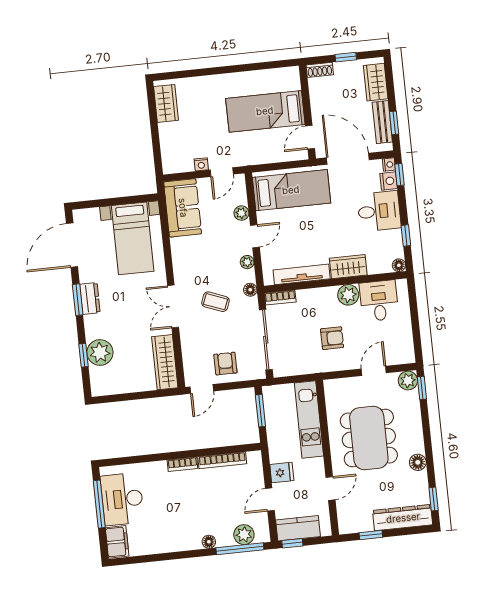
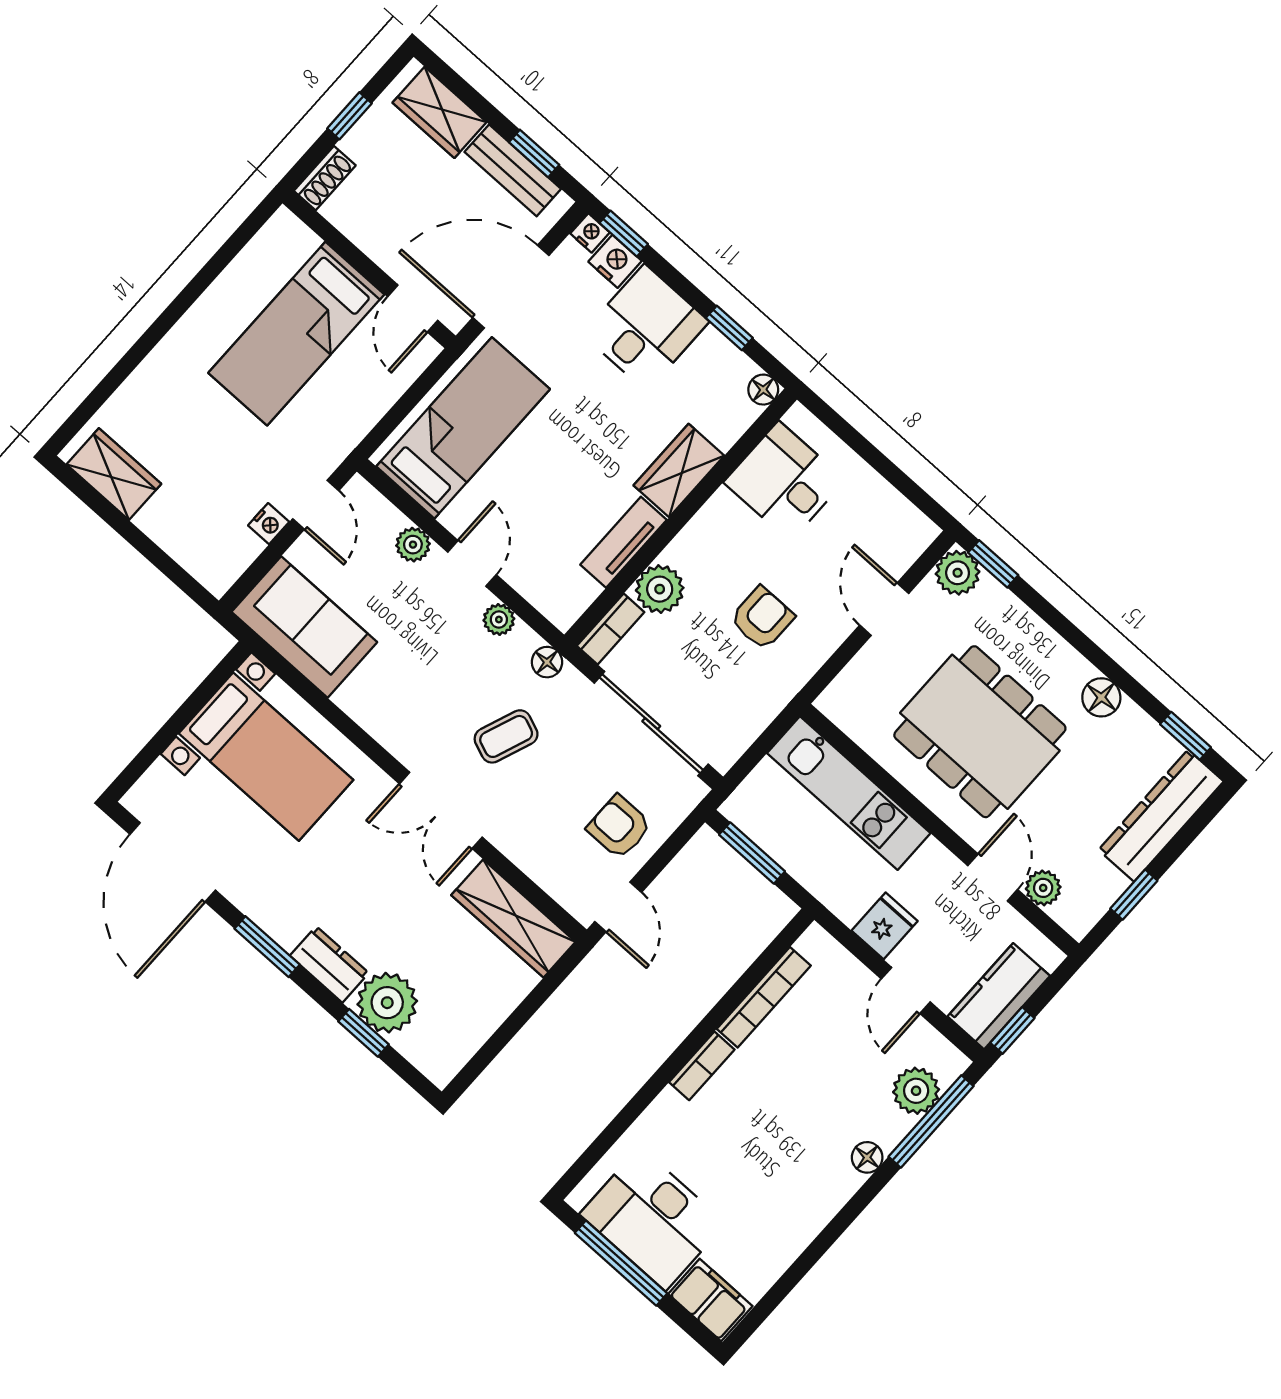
tv unit: (302, 274) -> (623, 542), width x0.71
plant: (348, 295) -> (660, 589), moved
dresser: (90, 298) -> (329, 964), moved
plant: (344, 506) -> (1043, 888), added

